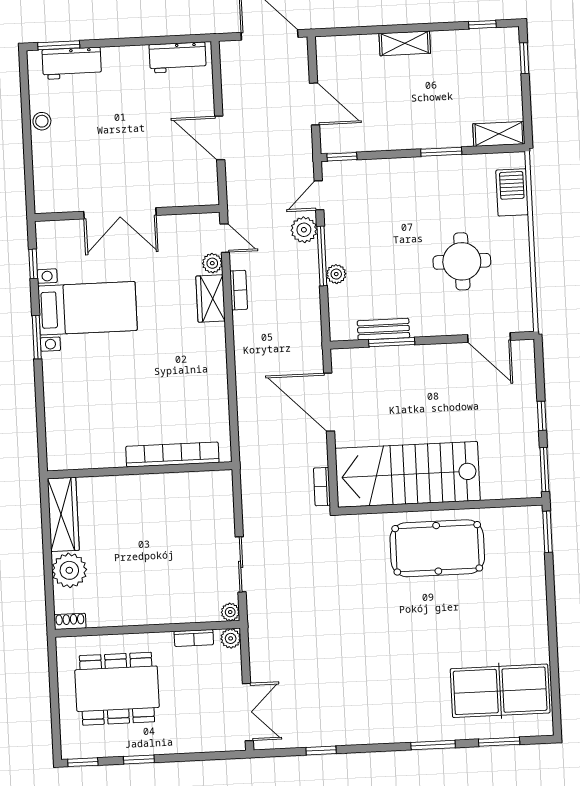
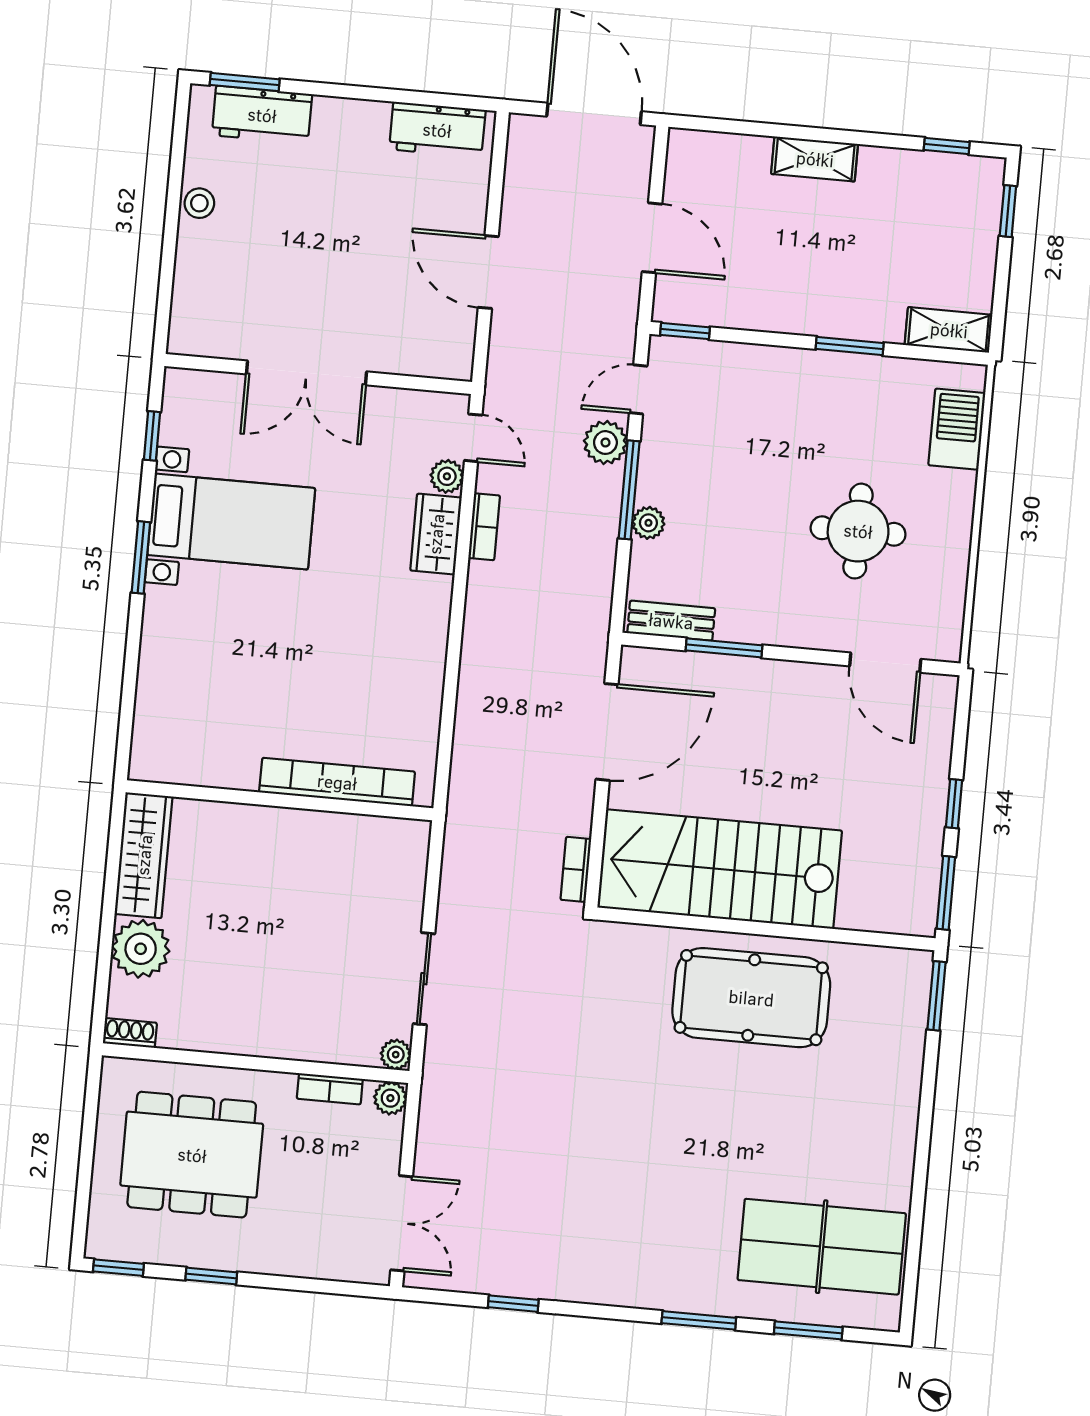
bench: (383, 329) -> (671, 621), moved
door: (329, 402) -> (607, 732), swing flipped

